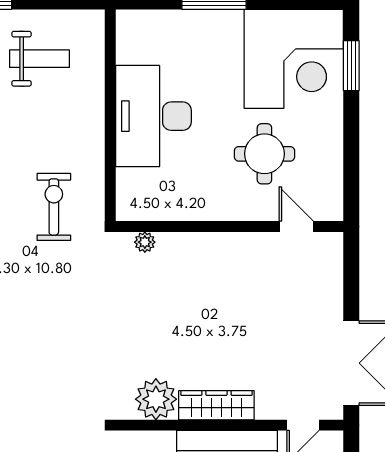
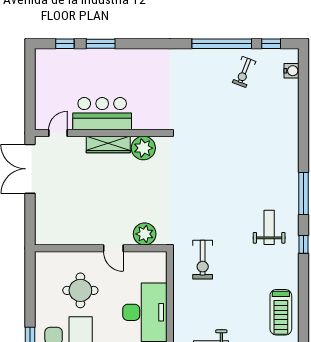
door: (296, 227) -> (113, 248), moved
plant: (145, 242) -> (145, 234), width x1.88, depth x1.88

